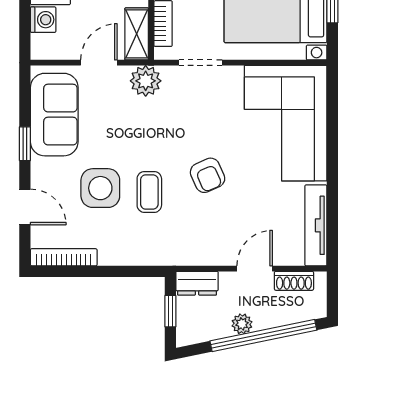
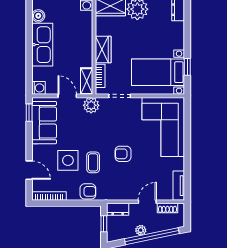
washing machine: (43, 20) -> (38, 88), moved
door: (99, 63) -> (67, 96), hinge flipped
window: (25, 144) -> (29, 113), moved
armchair: (208, 175) -> (123, 154), turned 114
tv unit: (316, 225) -> (179, 186), width x0.71
armchair: (139, 248) -> (88, 191), added

